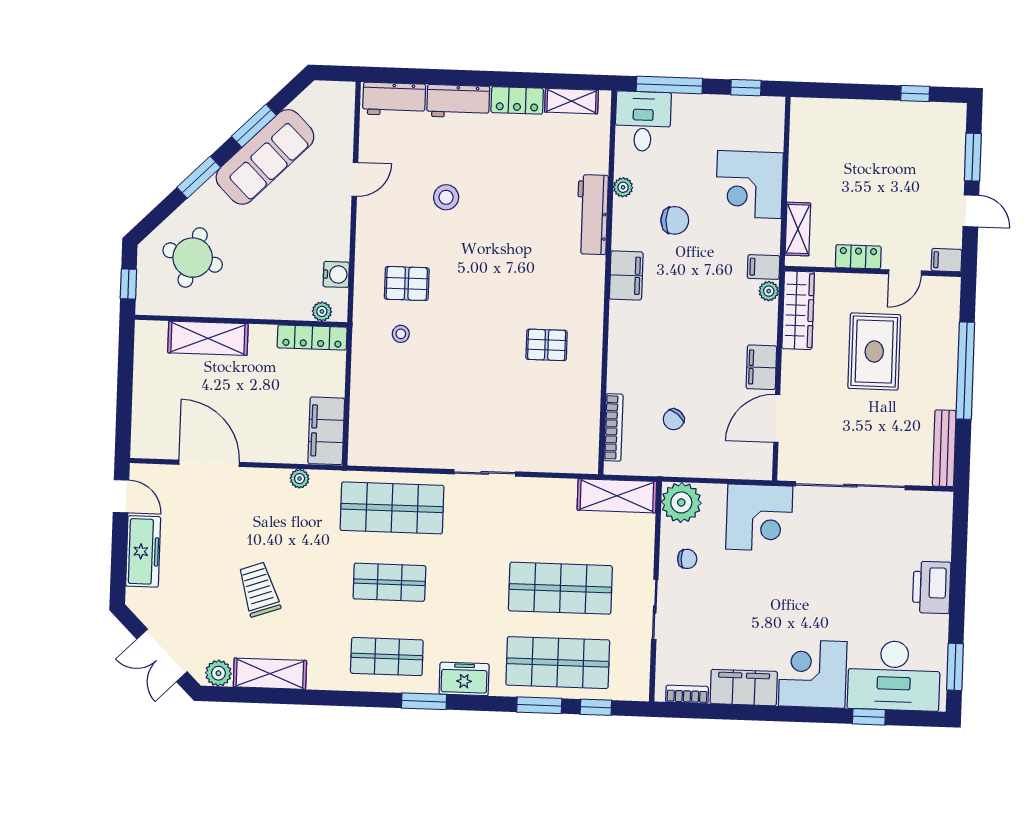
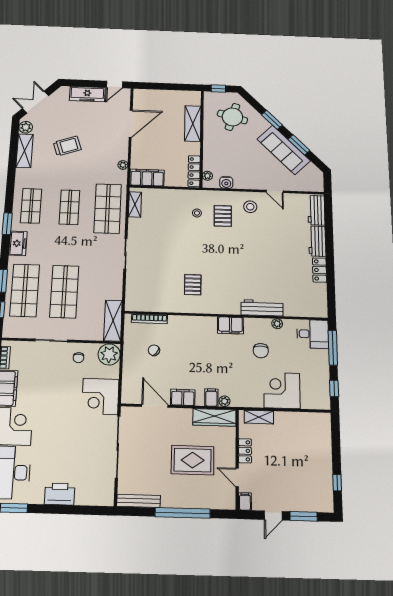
shelving: (571, 101) -> (135, 204), moved
stool: (446, 197) -> (250, 207), moved
filing cabinet: (764, 267) -> (211, 397), moved

